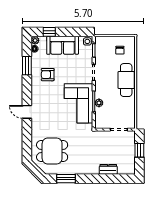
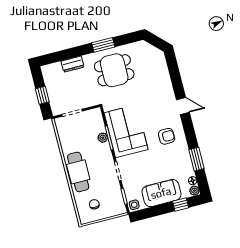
armchair: (48, 75) -> (167, 136), moved
dining table: (52, 151) -> (114, 70), moved
window: (66, 179) -> (103, 45), moved

